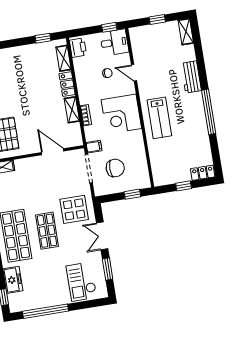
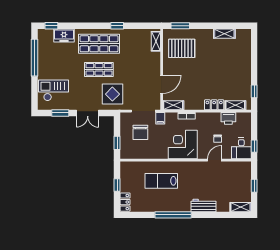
printer: (78, 48) -> (228, 118), moved
shelving: (72, 110) -> (173, 105), moved
lab bench: (159, 118) -> (161, 181), moved
double door: (102, 236) -> (88, 113), swing flipped

